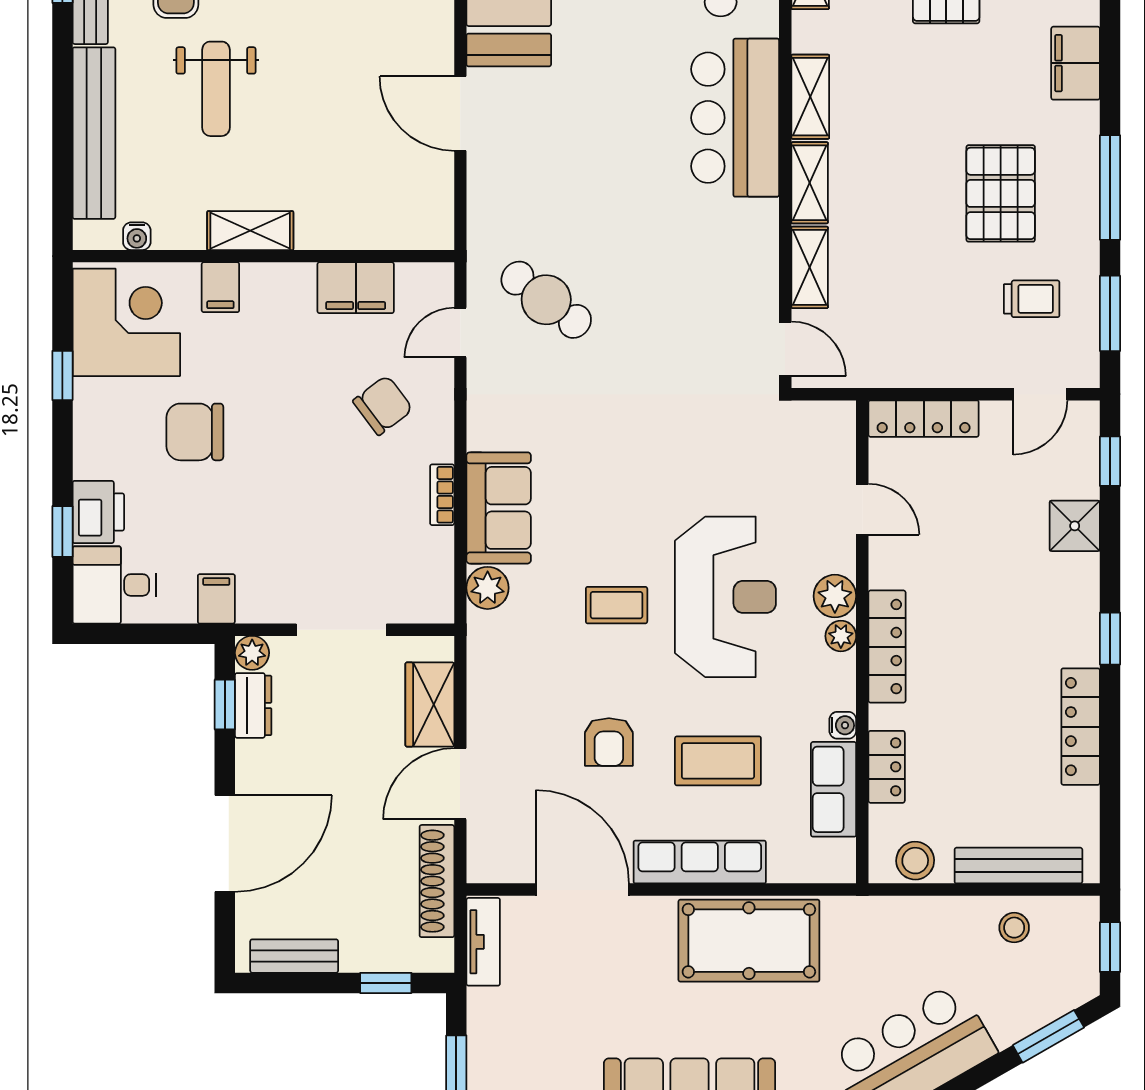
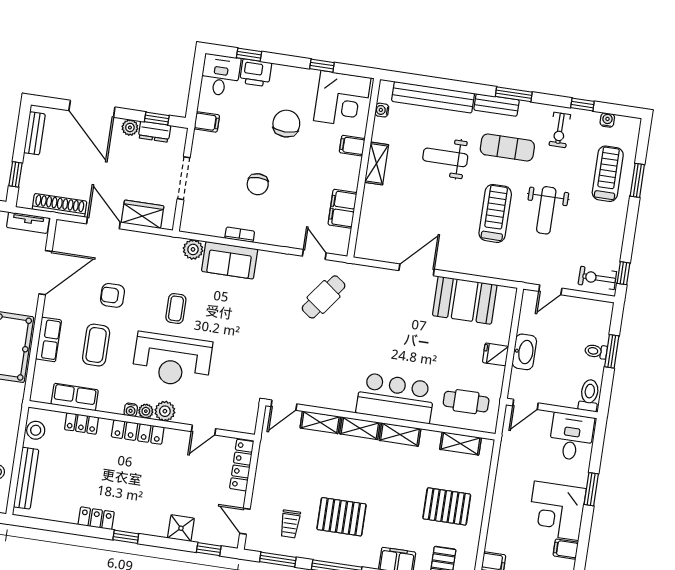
chair: (383, 405) -> (258, 184), moved, turned 37
plant: (252, 653) -> (130, 127), moved
water cooler: (843, 725) -> (131, 410), moved
locker: (1081, 727) -> (96, 518), width x0.66
row of seats: (700, 862) -> (49, 339), width x0.68

